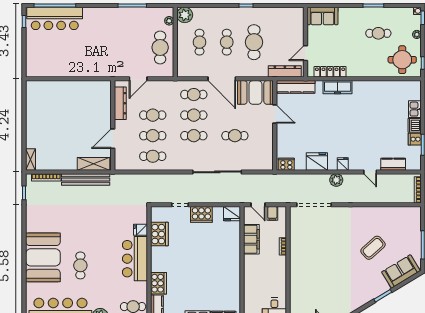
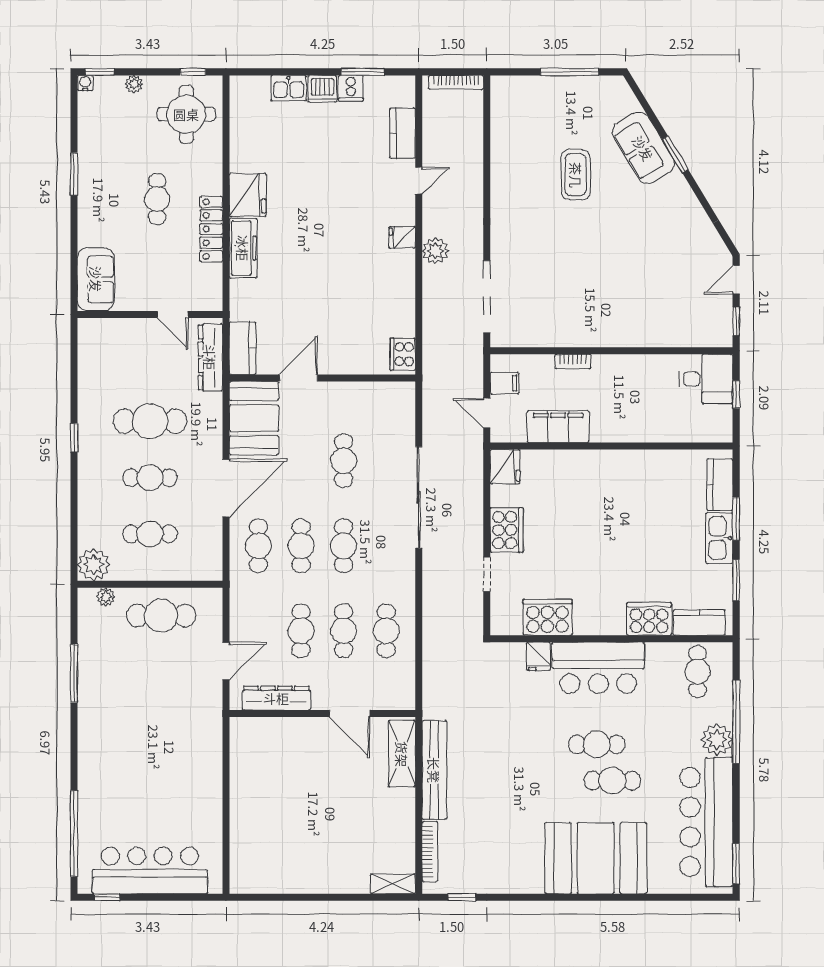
bar counter: (55, 18) -> (150, 870), moved, turned -90
cafe table: (378, 33) -> (157, 199), moved
locker: (330, 72) -> (211, 229), moved
door: (138, 79) -> (226, 661), hinge flipped
kitchen counter: (296, 87) -> (243, 348), width x0.67
fridge: (317, 161) -> (248, 195), moved, turned 180
door: (258, 205) -> (487, 413), swing flipped
coffee table: (373, 248) -> (576, 175), turned 42
cafe table: (98, 258) -> (597, 744), added
sofa: (401, 271) -> (643, 148), moved

